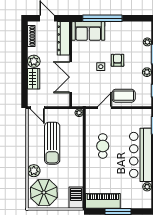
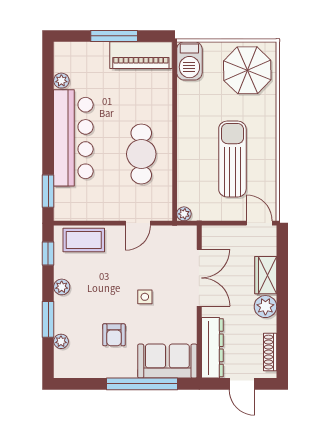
armchair: (117, 60) -> (114, 335), moved
coffee table: (124, 96) -> (84, 240), moved
cafe table: (103, 146) -> (141, 154), width x1.37, depth x1.35
plant: (34, 171) -> (266, 110), removed

